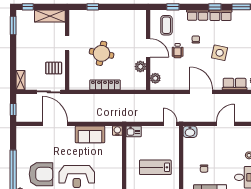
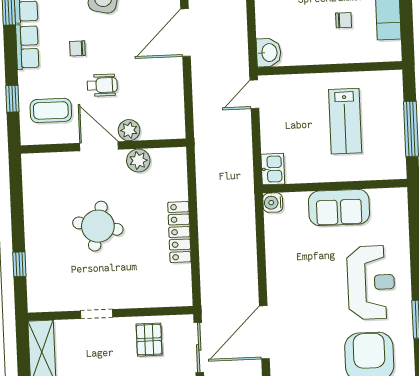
door: (148, 48) -> (99, 146), hinge flipped
round table: (102, 53) -> (98, 226), moved
plant: (155, 78) -> (129, 130), moved
sofa: (90, 134) -> (339, 207), moved, turned 90

